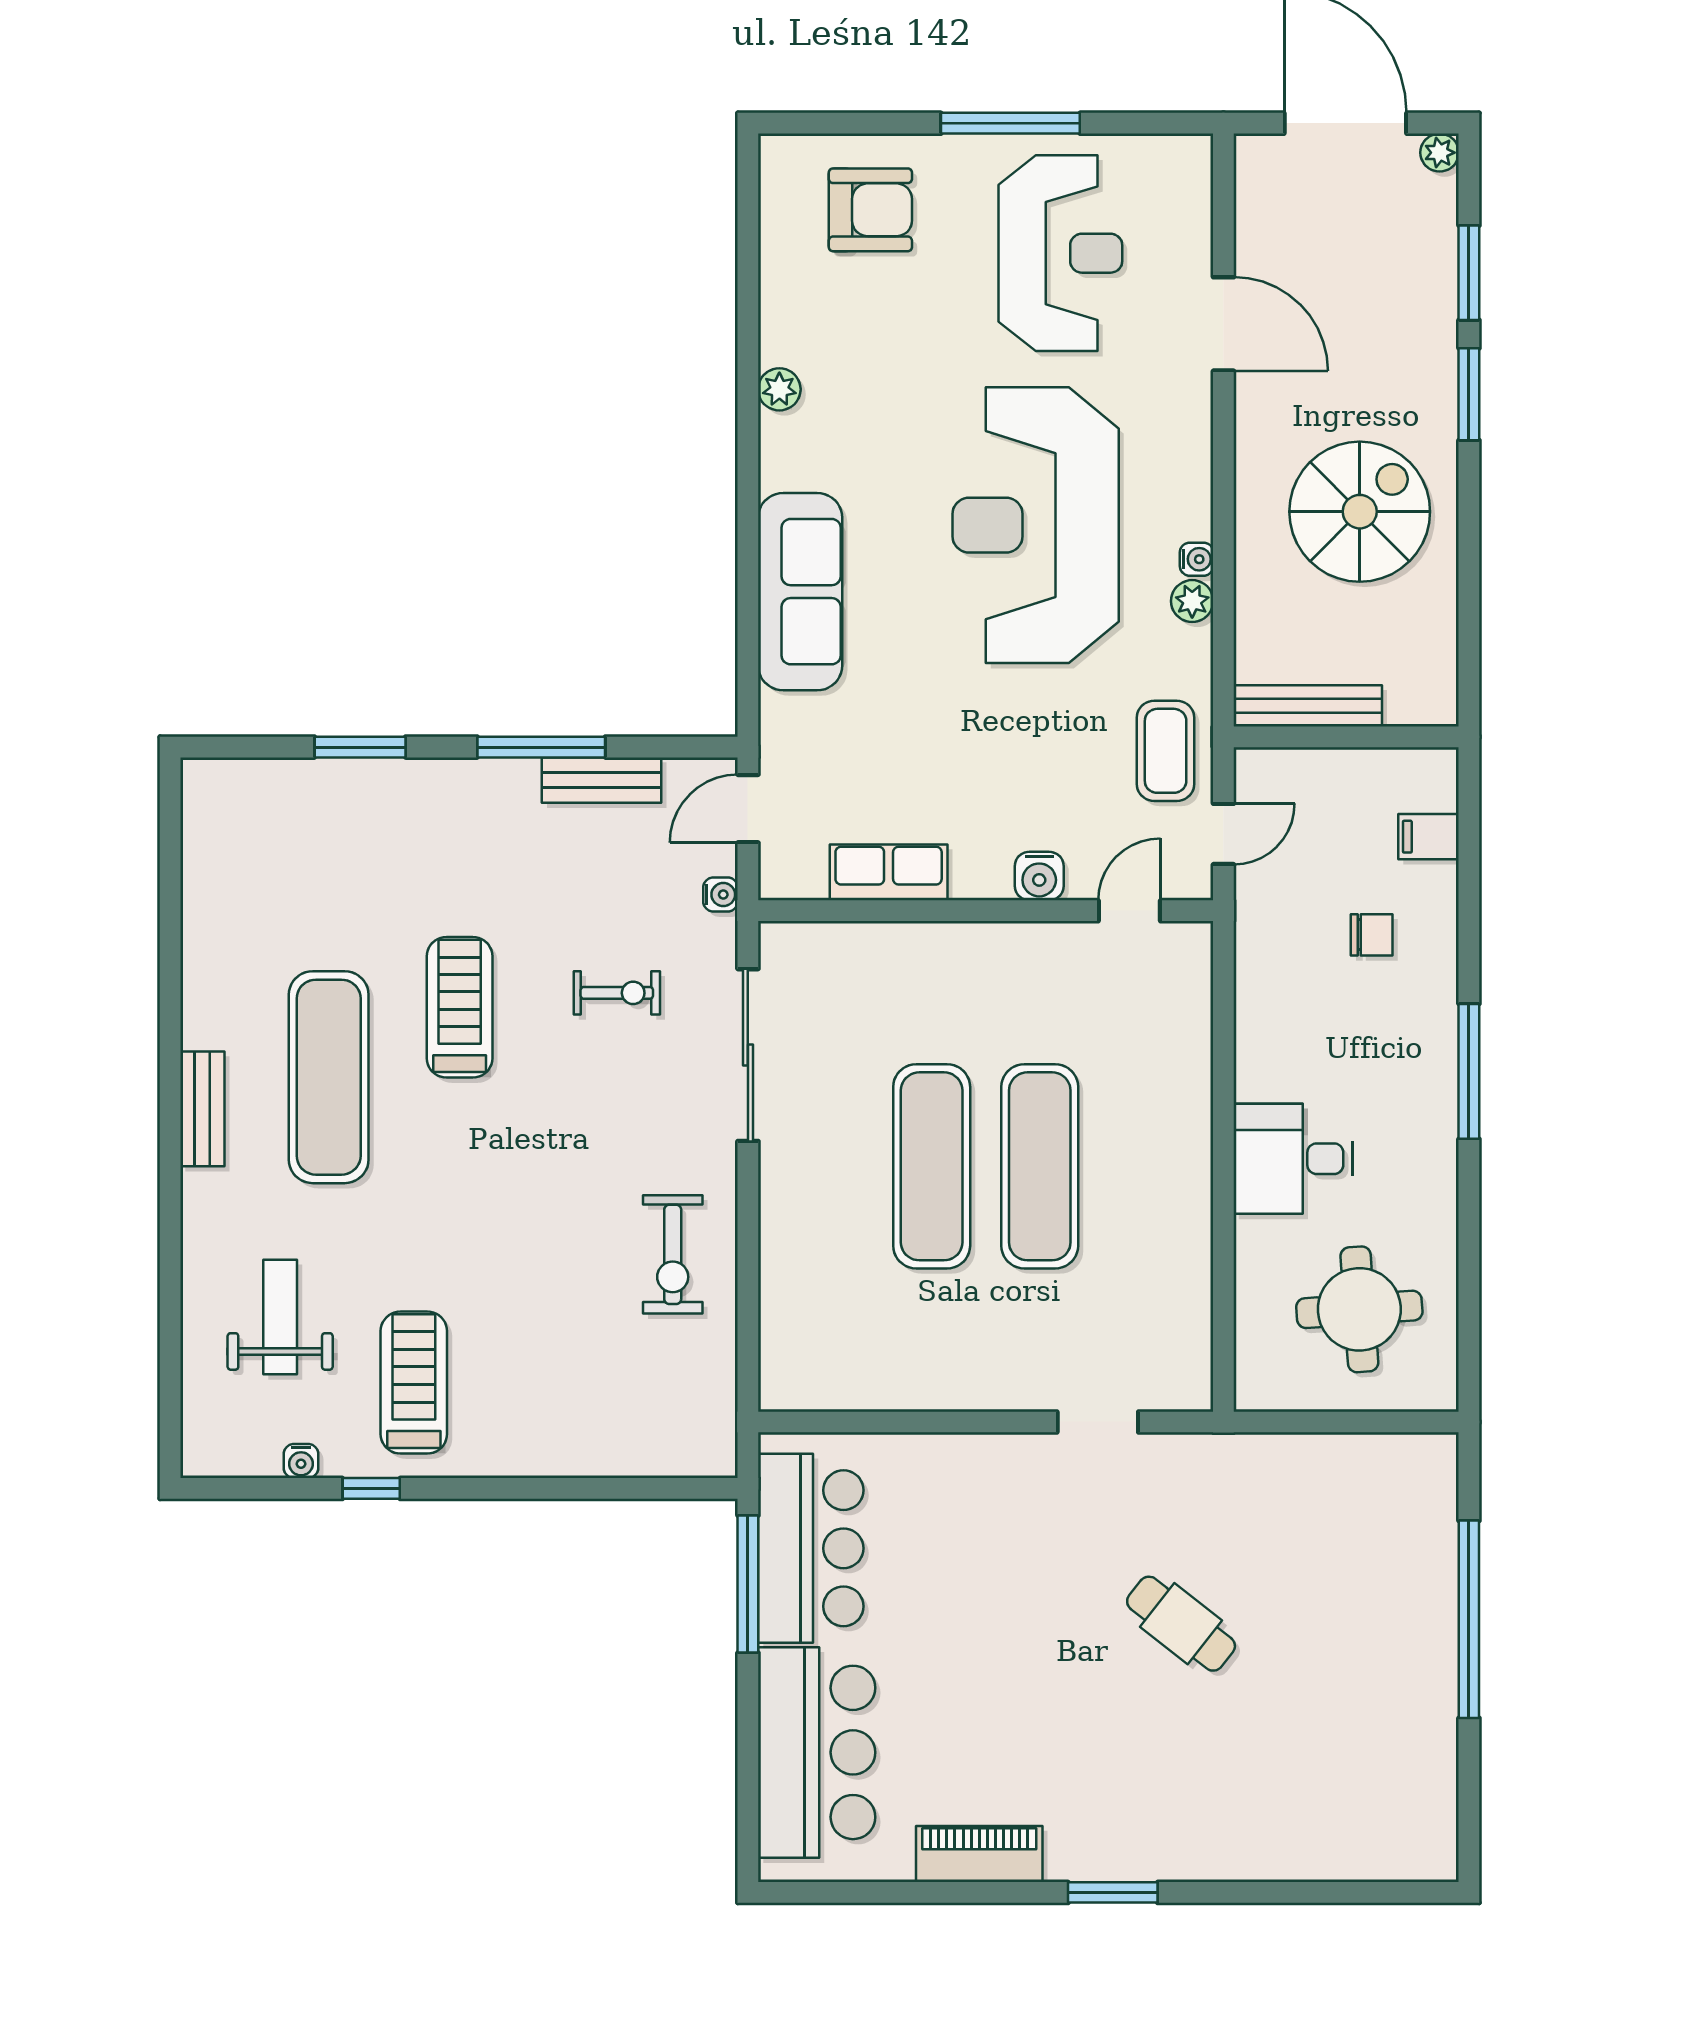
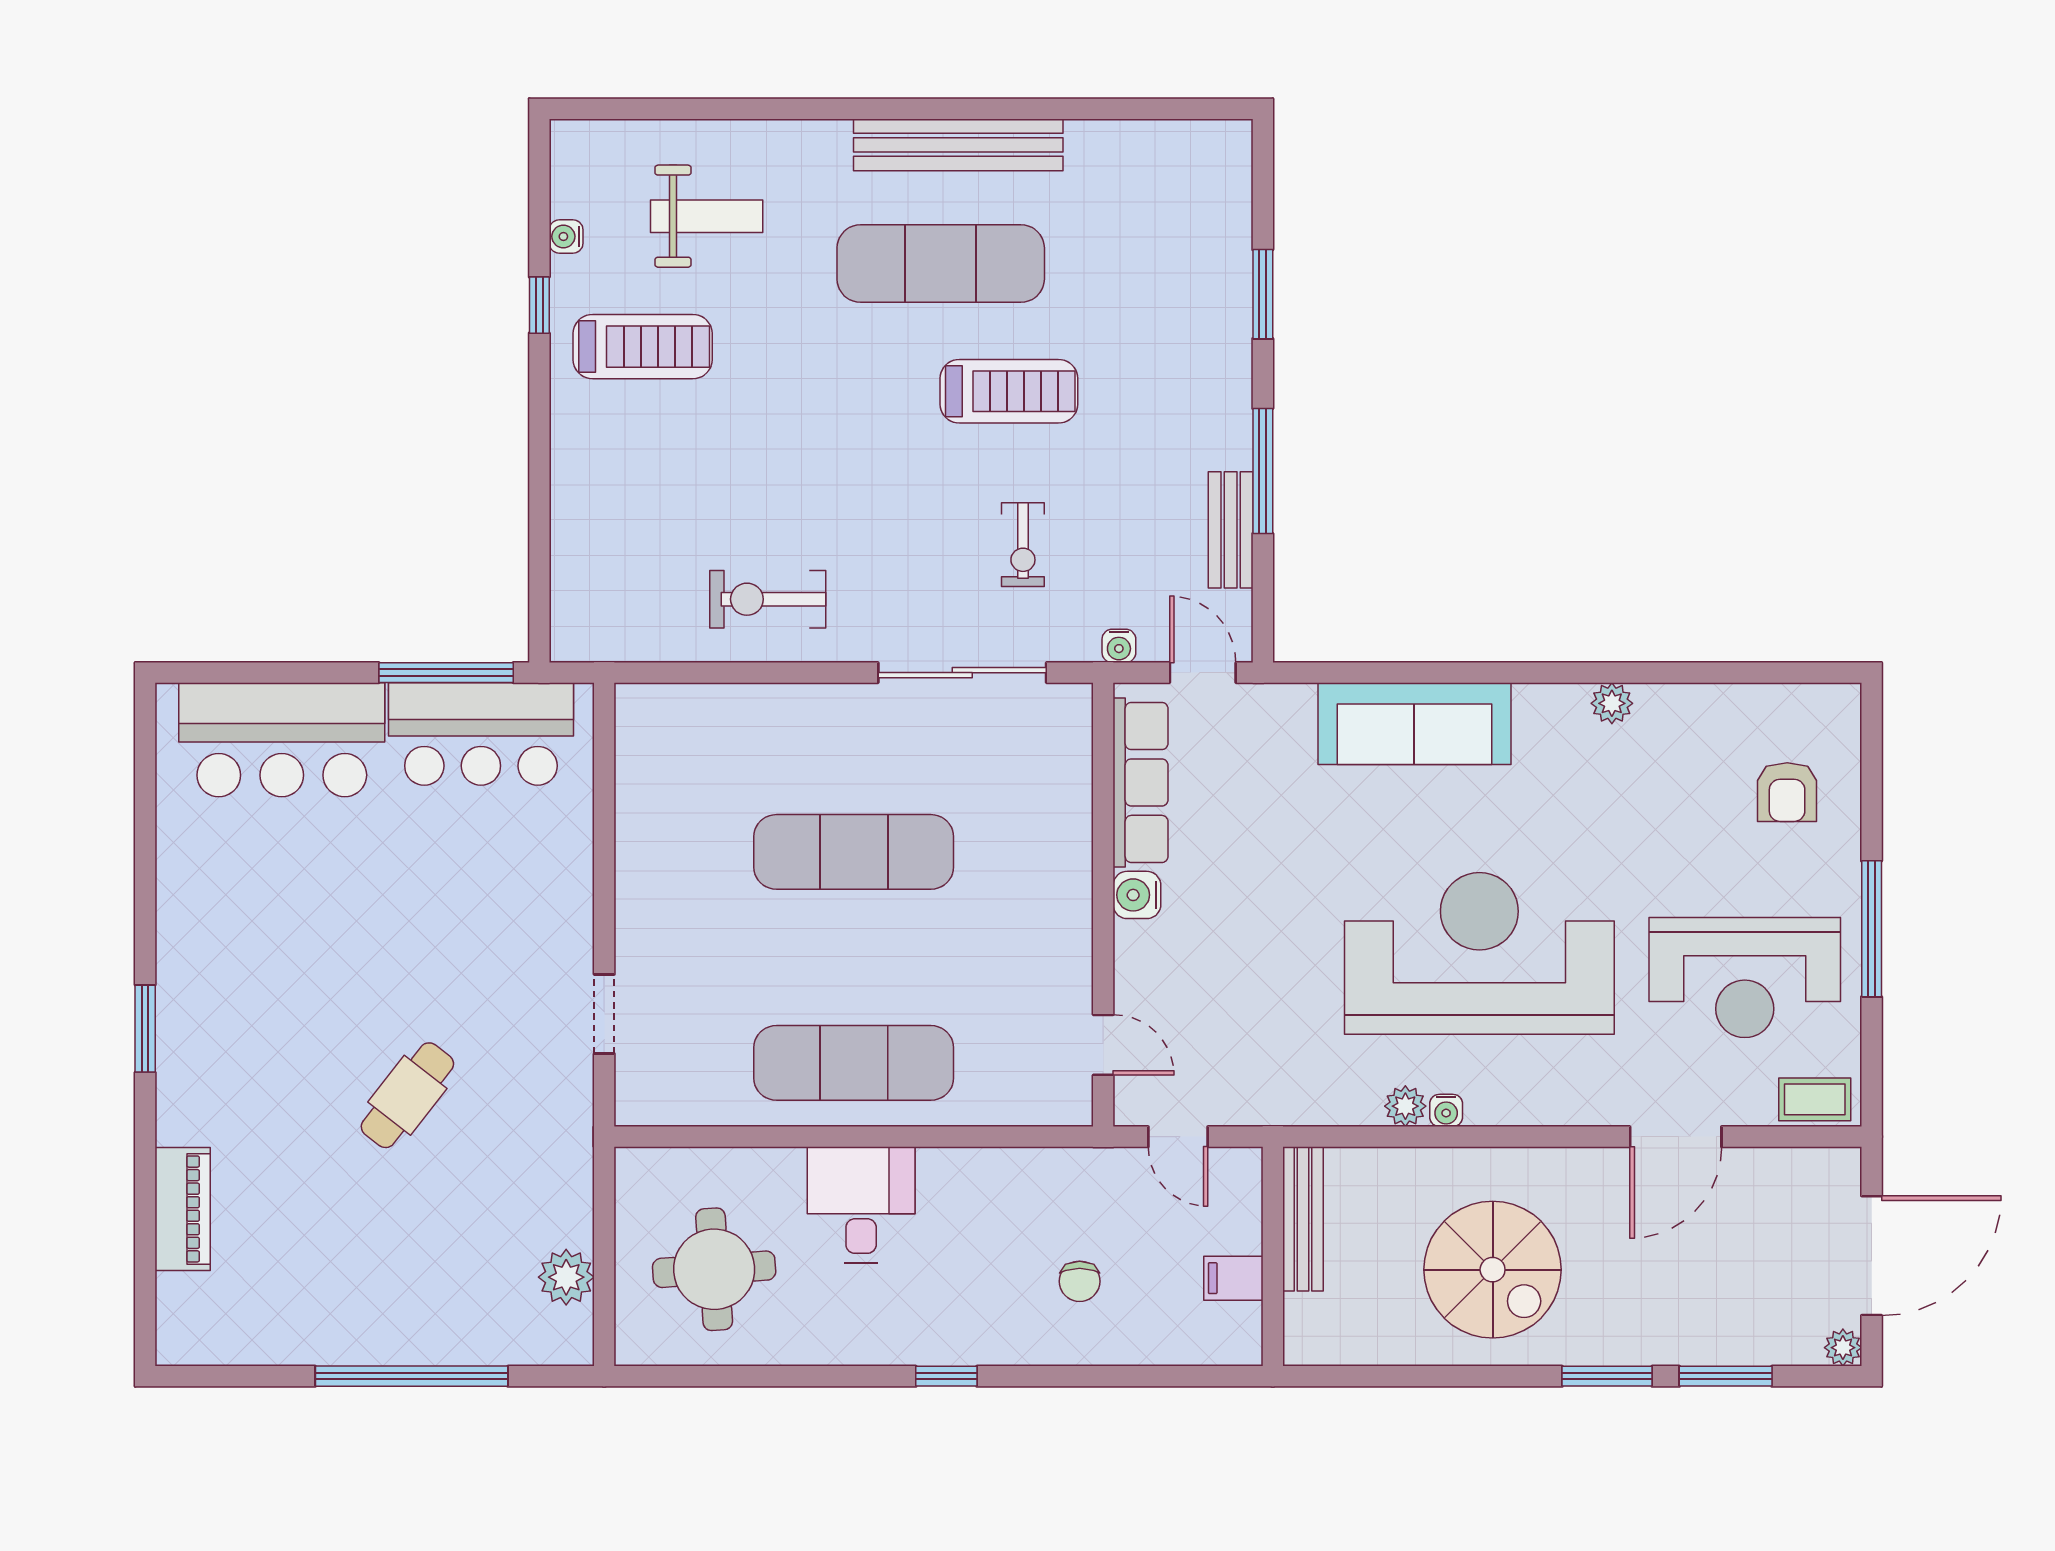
armchair: (870, 210) -> (1787, 792), width x0.72, depth x0.72
coffee table: (1166, 751) -> (1815, 1099), moved, width x0.73, depth x0.77
filing cabinet: (1428, 837) -> (1233, 1278), moved, turned -90
row of seats: (889, 872) -> (1141, 782), width x1.48
water cooler: (1039, 876) -> (1137, 895), moved
window: (1469, 1071) -> (946, 1376), width x0.46
bench: (202, 1109) -> (958, 145), width x1.86, depth x1.21
exercise mat: (1040, 1166) -> (854, 1063), moved
plant: (1367, 1461) -> (566, 1277), added
piano: (979, 1854) -> (183, 1209), moved

